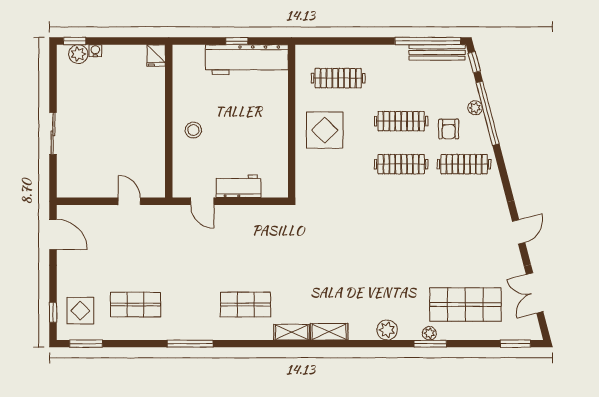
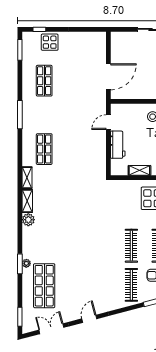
shelving: (280, 151) -> (139, 170), added
door: (129, 201) -> (108, 77), width x1.88
door: (519, 232) -> (89, 319), swing flipped
door: (53, 234) -> (88, 29), removed
display table: (80, 311) -> (50, 42), moved
plant: (387, 330) -> (28, 220), moved

